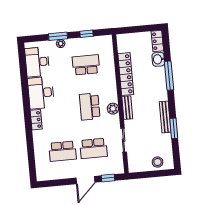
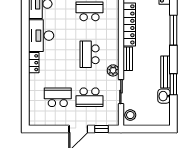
washbasin: (158, 59) -> (164, 96), moved
plant: (113, 109) -> (113, 70), moved
school desk: (63, 151) -> (58, 97), turned 180
stool: (158, 162) -> (130, 115), moved

